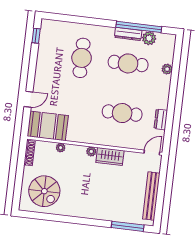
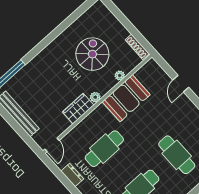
booth: (48, 126) -> (126, 98), moved
spiral stairs: (44, 191) -> (92, 54), moved, turned 90

